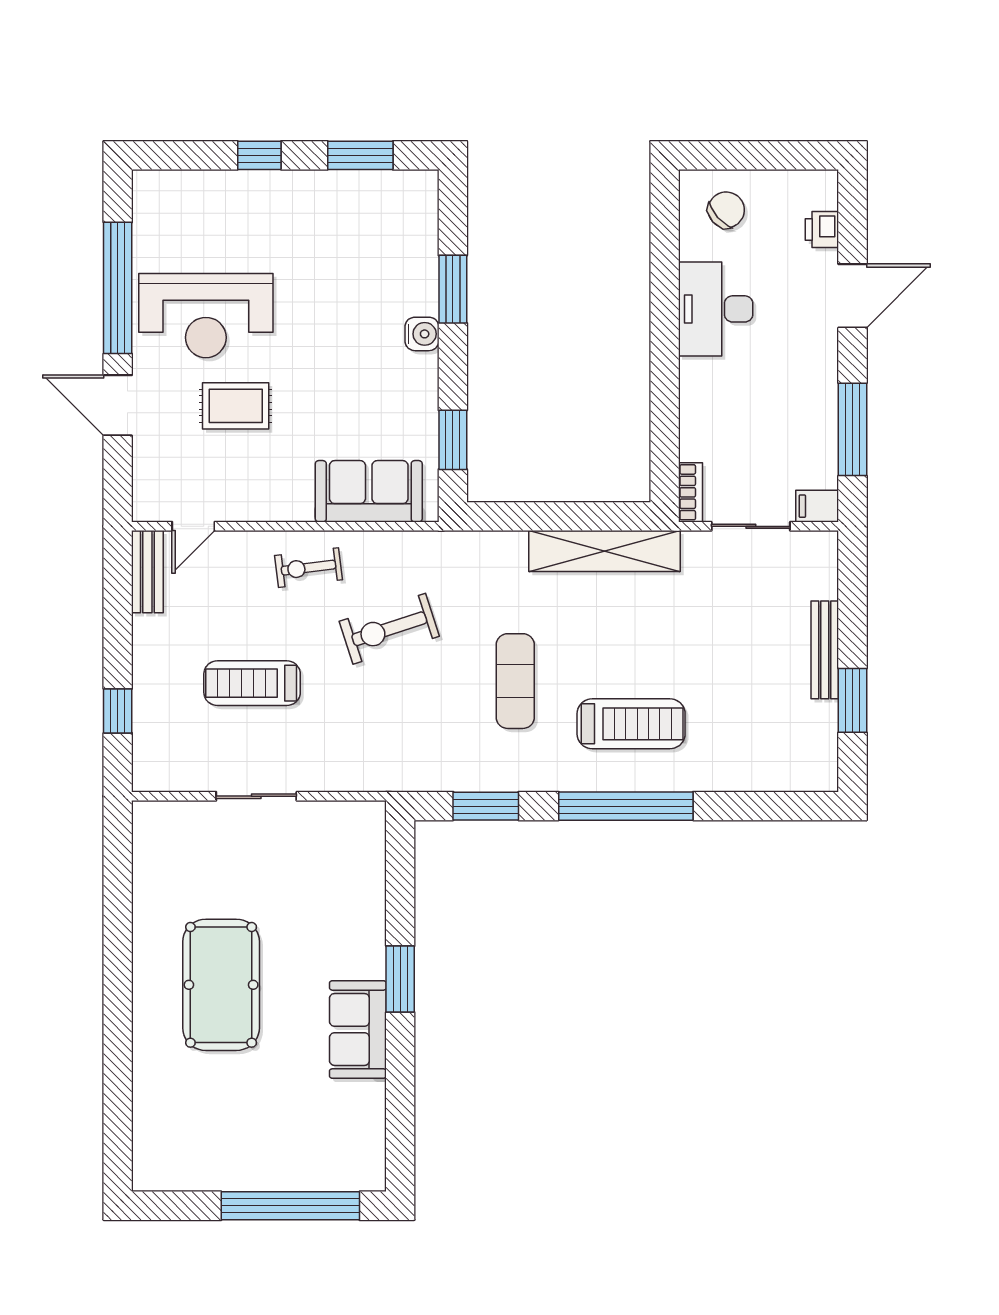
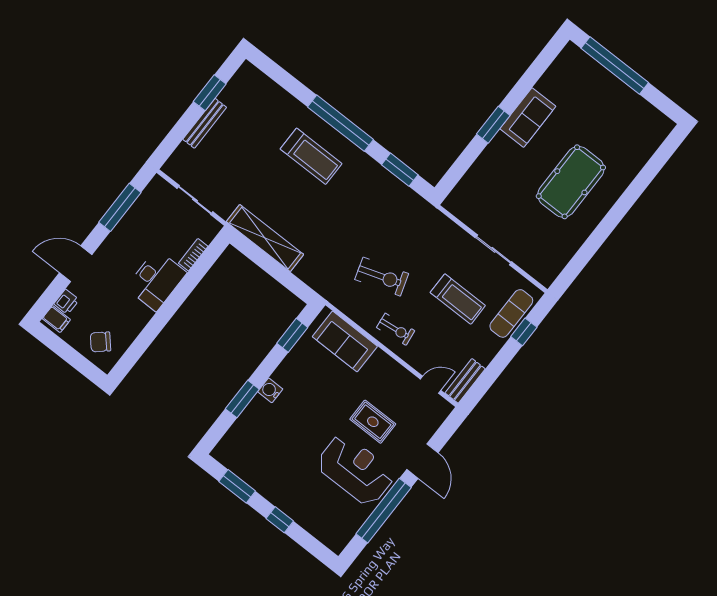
desk: (716, 309) -> (156, 280), moved
bookcase: (691, 492) -> (193, 255), moved
filing cabinet: (817, 506) -> (56, 319), moved
exercise mat: (515, 681) -> (511, 313), moved
treadmill: (631, 724) -> (311, 156), turned 180

